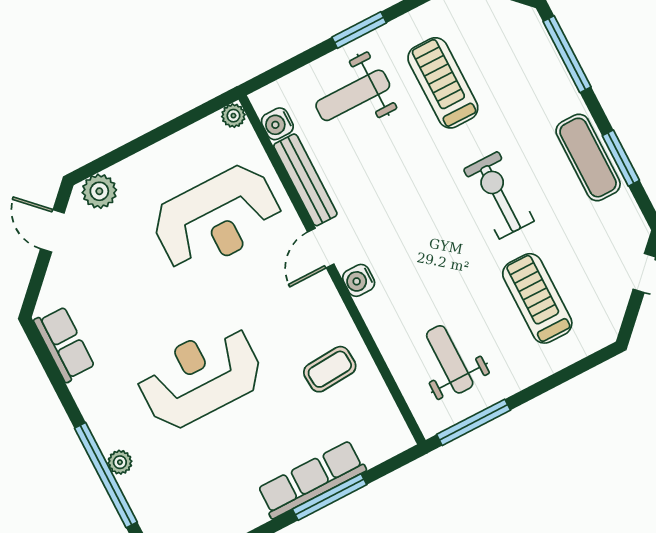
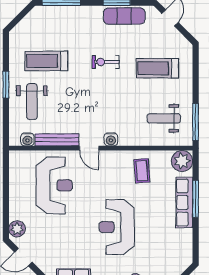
plant: (233, 116) -> (182, 161), moved, width x1.88, depth x1.88
exercise mat: (588, 158) -> (124, 16), moved
exercise bike: (499, 195) -> (106, 62), width x0.73, depth x0.72

